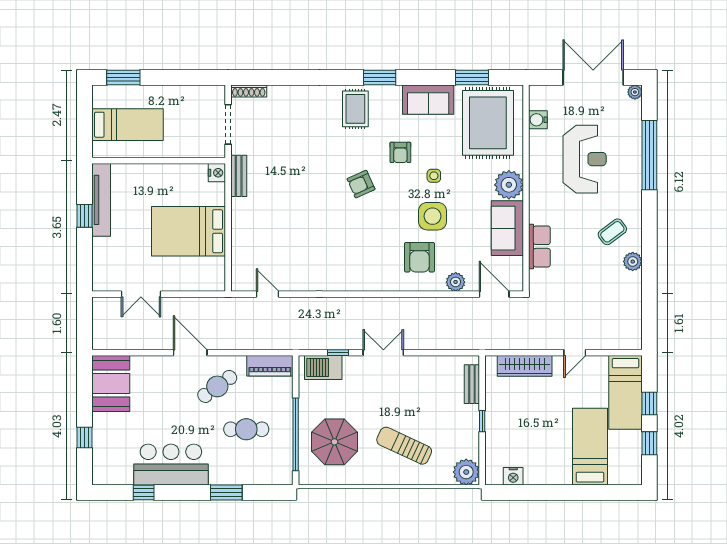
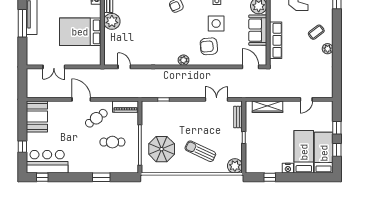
plant: (245, 213) -> (112, 21), added
window: (85, 216) -> (22, 23), width x2.17
row of seats: (539, 246) -> (276, 40), width x1.48
armchair: (419, 257) -> (209, 46), turned 85
plant: (456, 282) -> (184, 60), moved
double door: (383, 353) -> (217, 99), moved
door: (575, 353) -> (306, 99), moved
barbecue: (323, 368) -> (155, 108), removed
bed: (625, 392) -> (324, 153), moved, turned 180
bar counter: (171, 465) -> (47, 162), moved
nightstand: (513, 476) -> (288, 168), moved
window: (144, 493) -> (42, 177), moved
window: (529, 493) -> (270, 177), added

